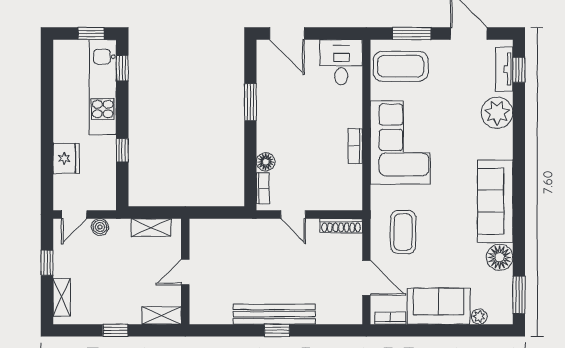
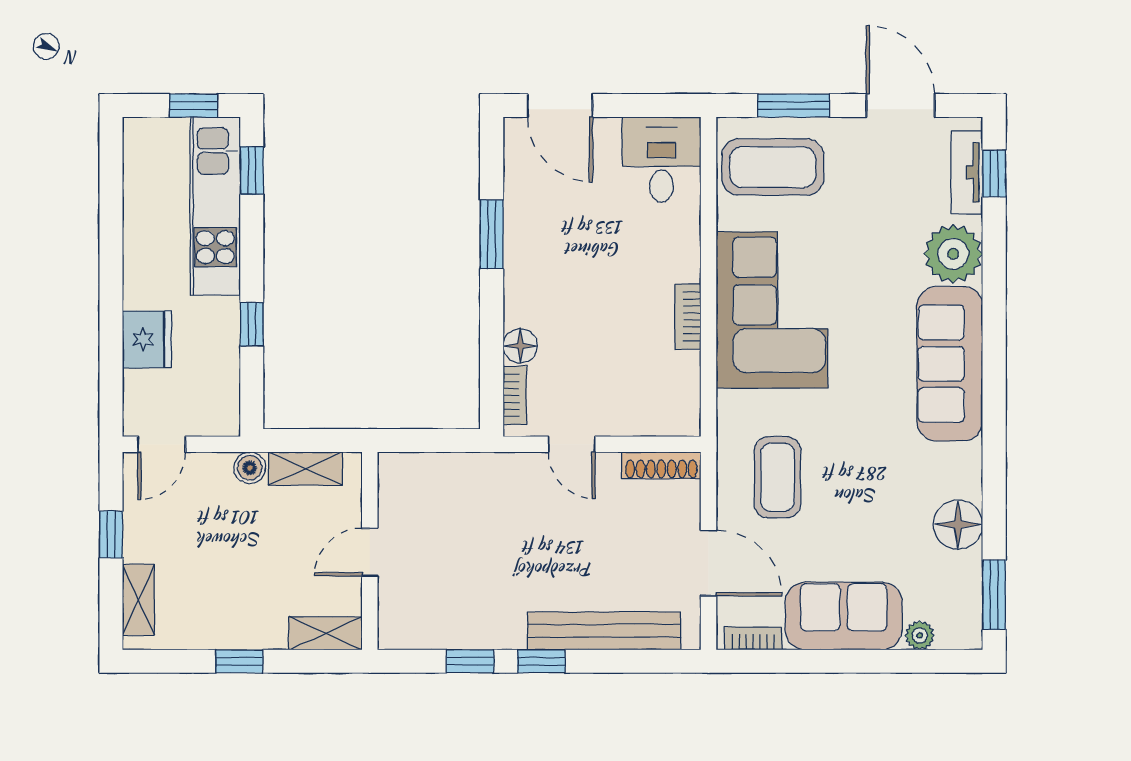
sofa: (495, 201) -> (950, 364), moved
boiler: (100, 227) -> (250, 468), moved
bench: (274, 314) -> (604, 631), moved
window: (239, 330) -> (470, 661), added

